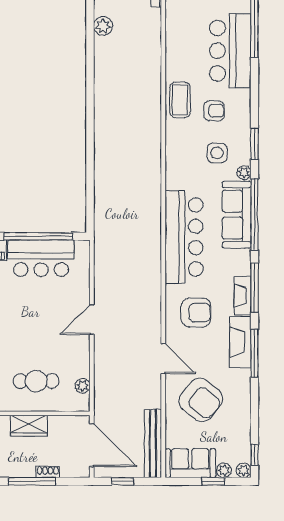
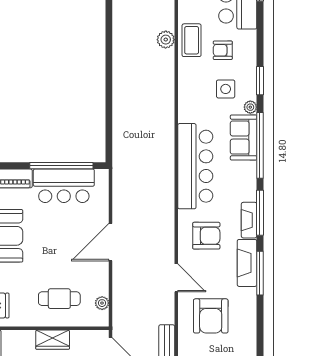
plant: (152, 99) -> (166, 40), added
armchair: (214, 111) -> (223, 50), turned 180
sofa: (237, 215) -> (244, 138), width x0.73
door: (92, 320) -> (110, 242), width x1.36
armchair: (201, 400) -> (211, 316), turned 51

